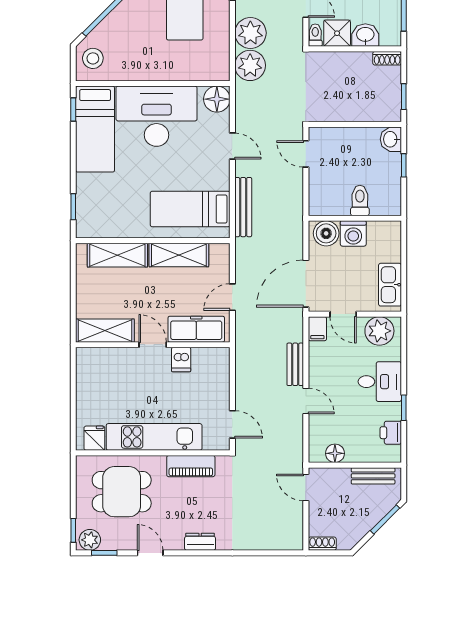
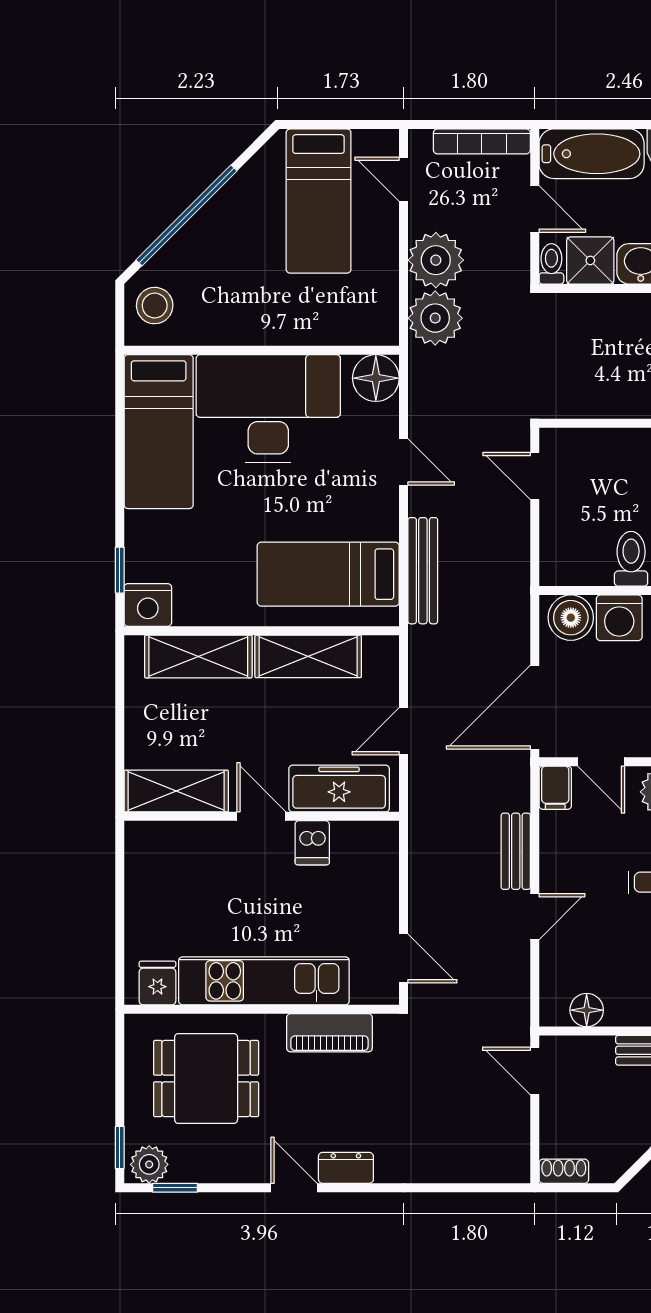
window: (73, 110) -> (120, 397), removed
nightstand: (89, 226) -> (148, 605), added
door: (306, 401) -> (535, 917), hinge flipped
door: (150, 553) -> (294, 1188), moved

